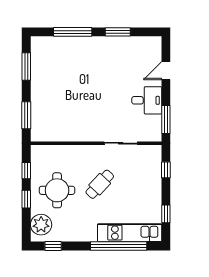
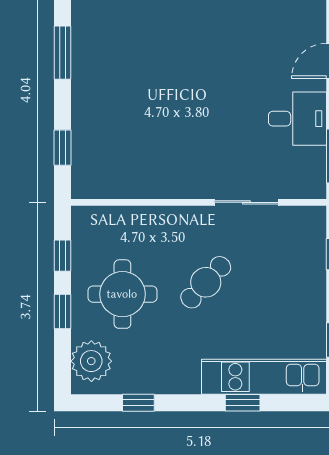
window: (26, 115) -> (62, 148), width x0.67
window: (53, 246) -> (138, 403), moved
window: (119, 246) -> (243, 403), width x0.32

